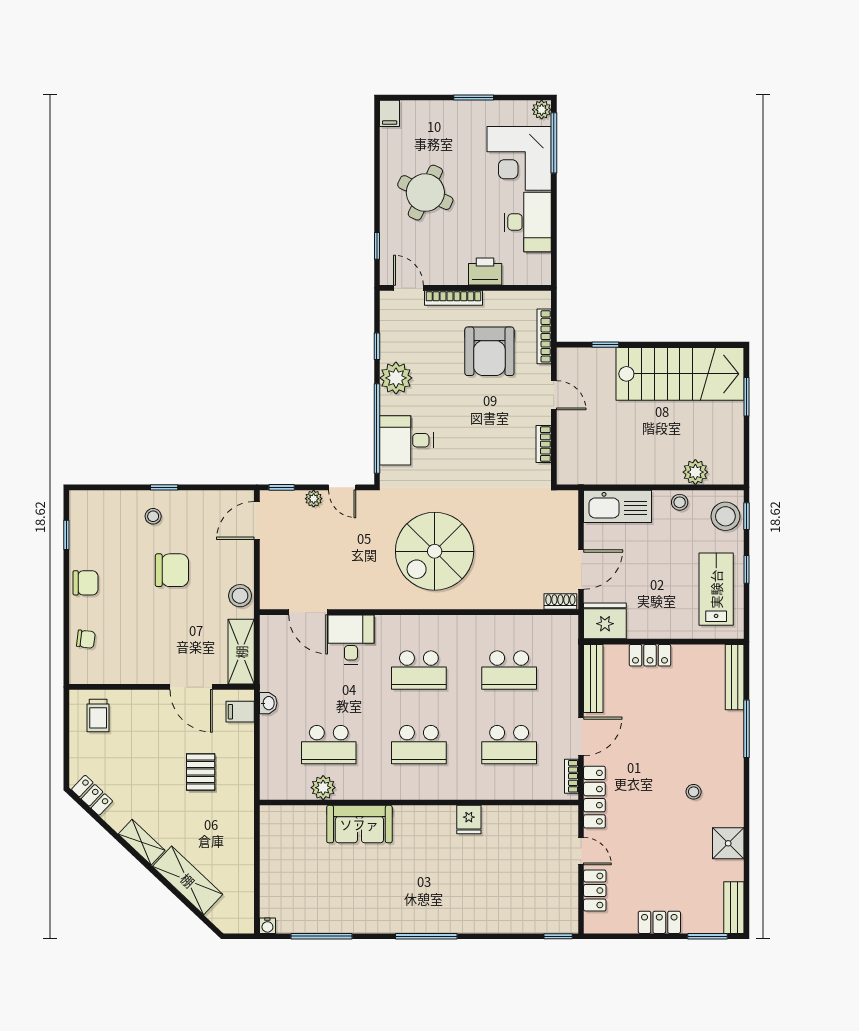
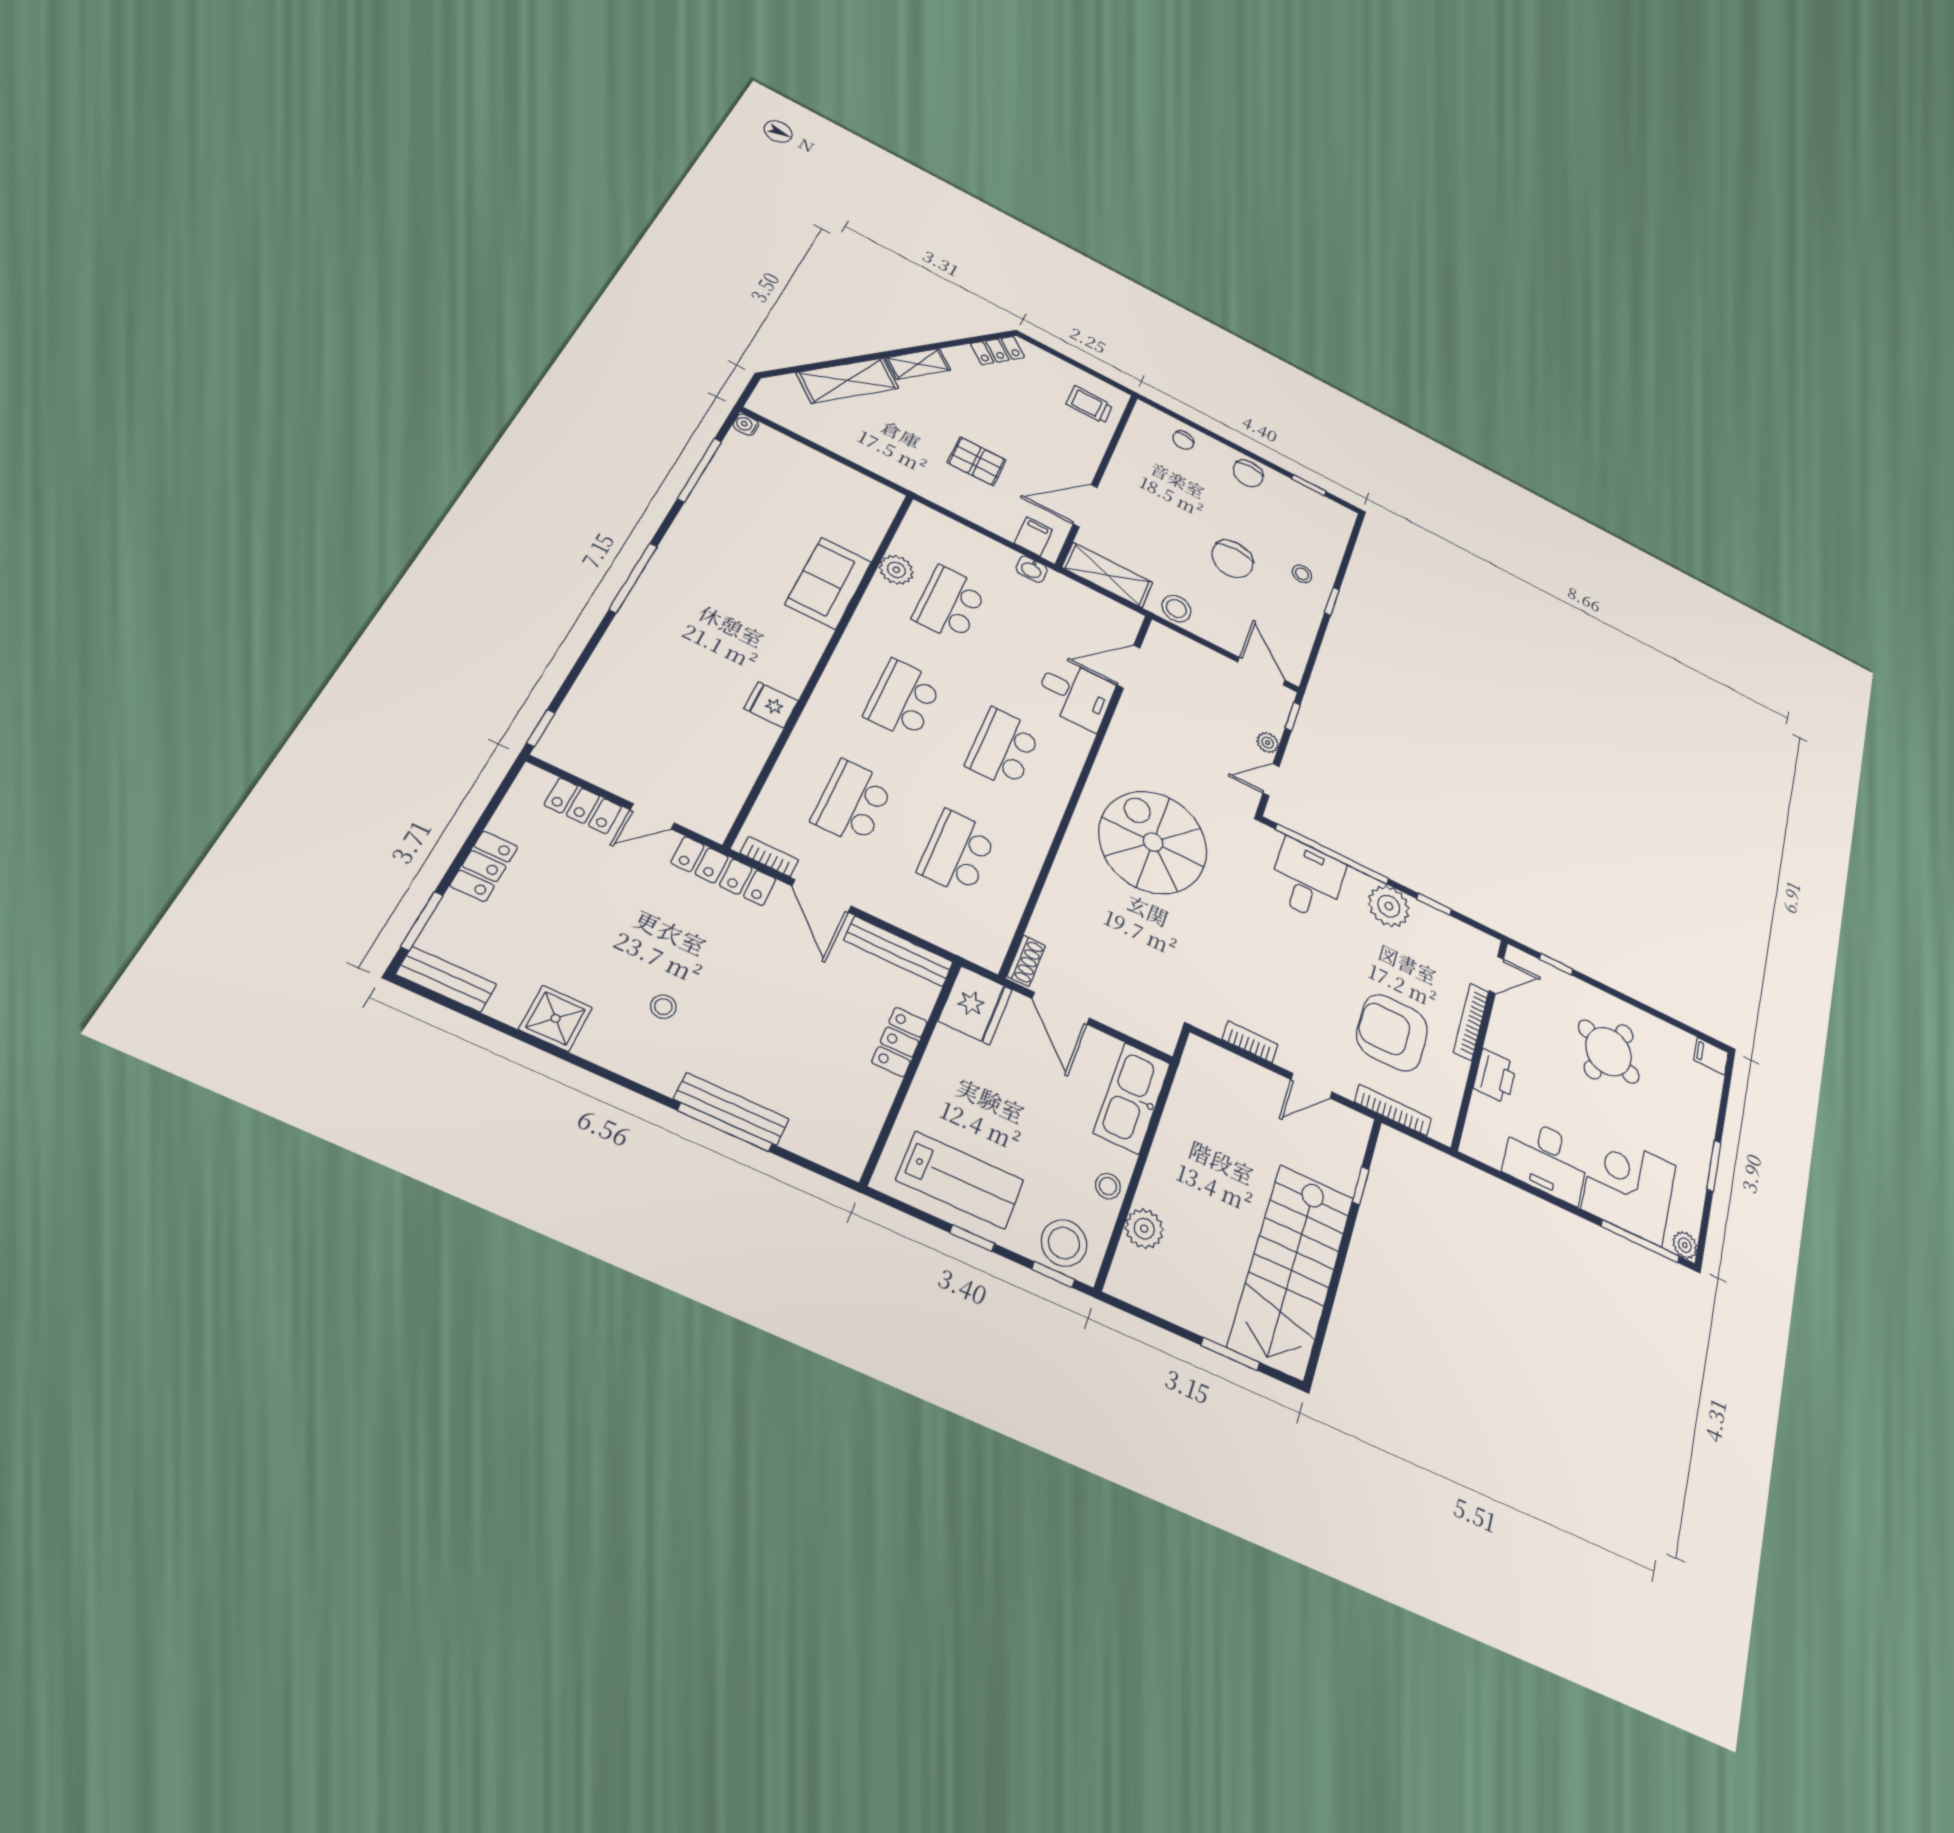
bench: (735, 677) -> (732, 1109), moved

